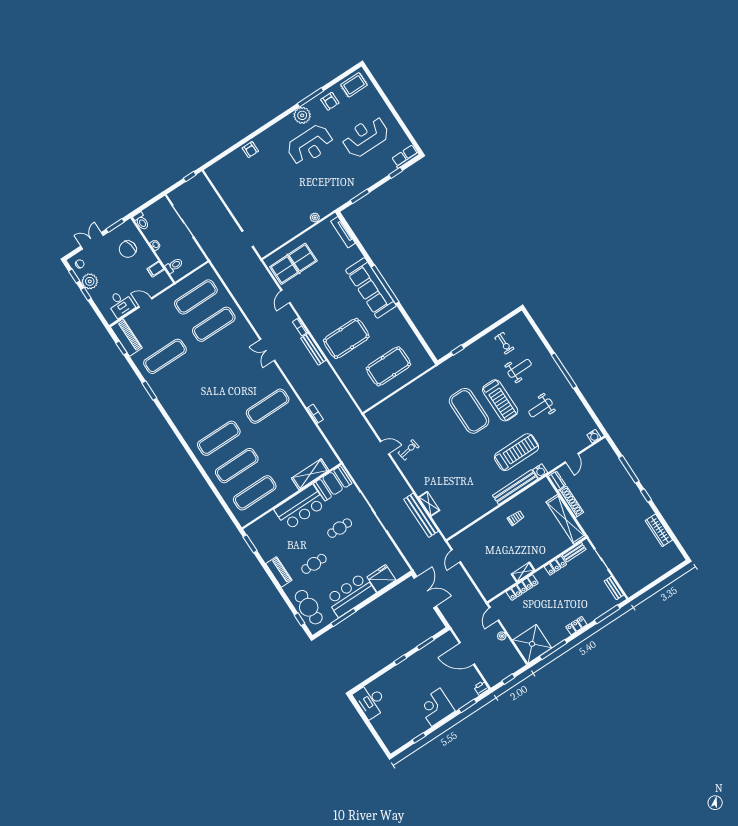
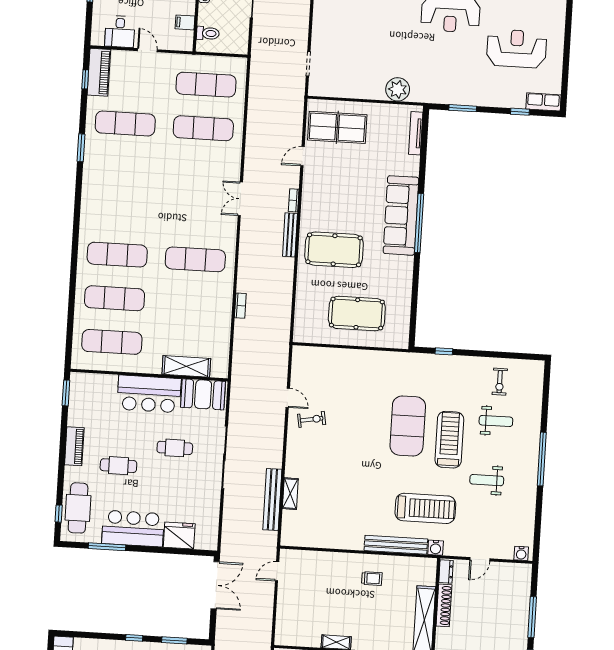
plant: (315, 218) -> (398, 89), width x1.87, depth x1.87
treadmill: (500, 400) -> (449, 440), turned 180

